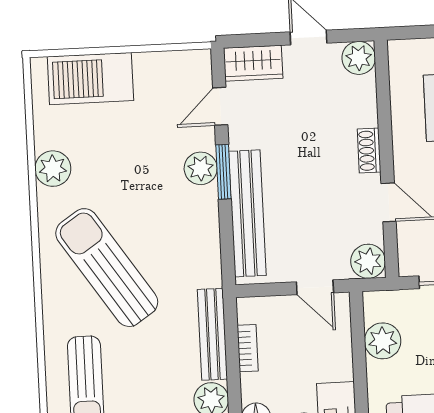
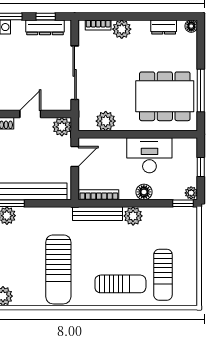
sun lounger: (107, 268) -> (58, 269), turned -56
bookcase: (248, 348) -> (99, 195), width x1.56

